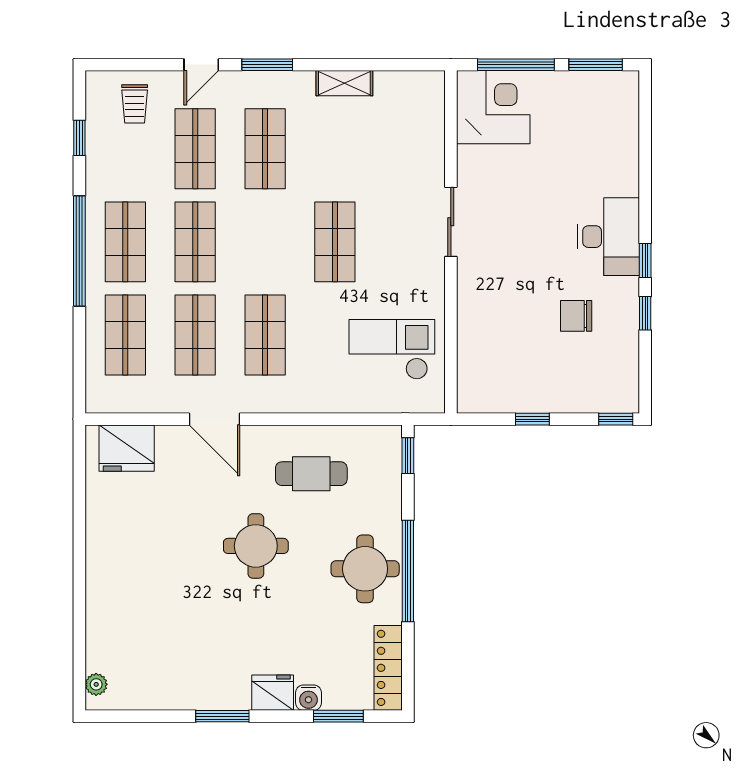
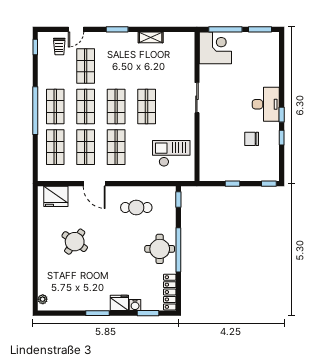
door: (201, 65) -> (76, 29), moved
window: (79, 138) -> (35, 47), moved
shop shelf: (265, 149) -> (116, 107), moved
round table: (256, 546) -> (75, 242), moved, turned 35

